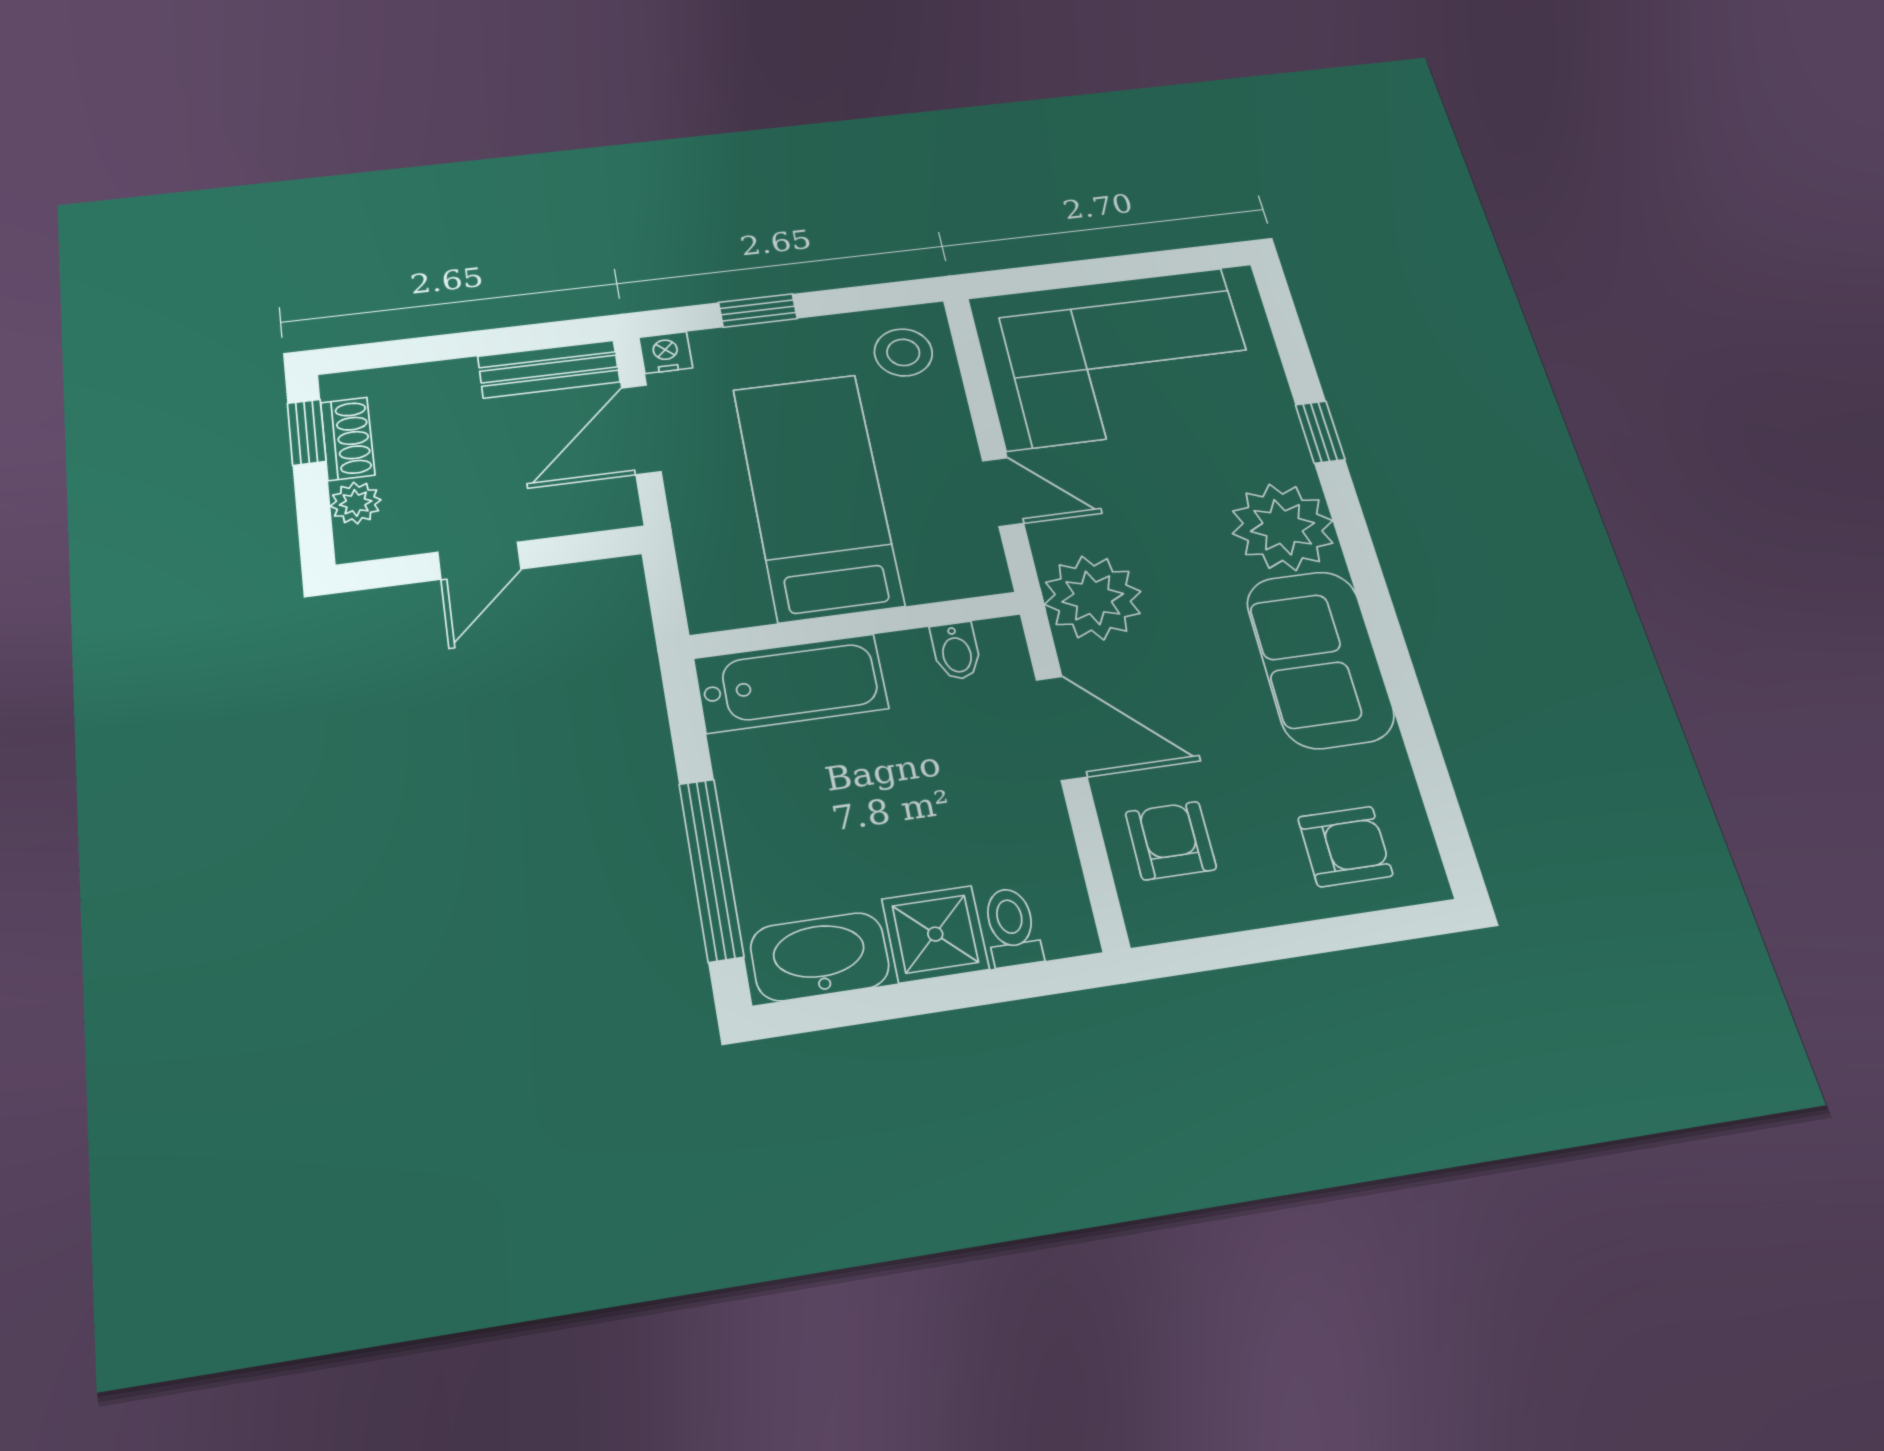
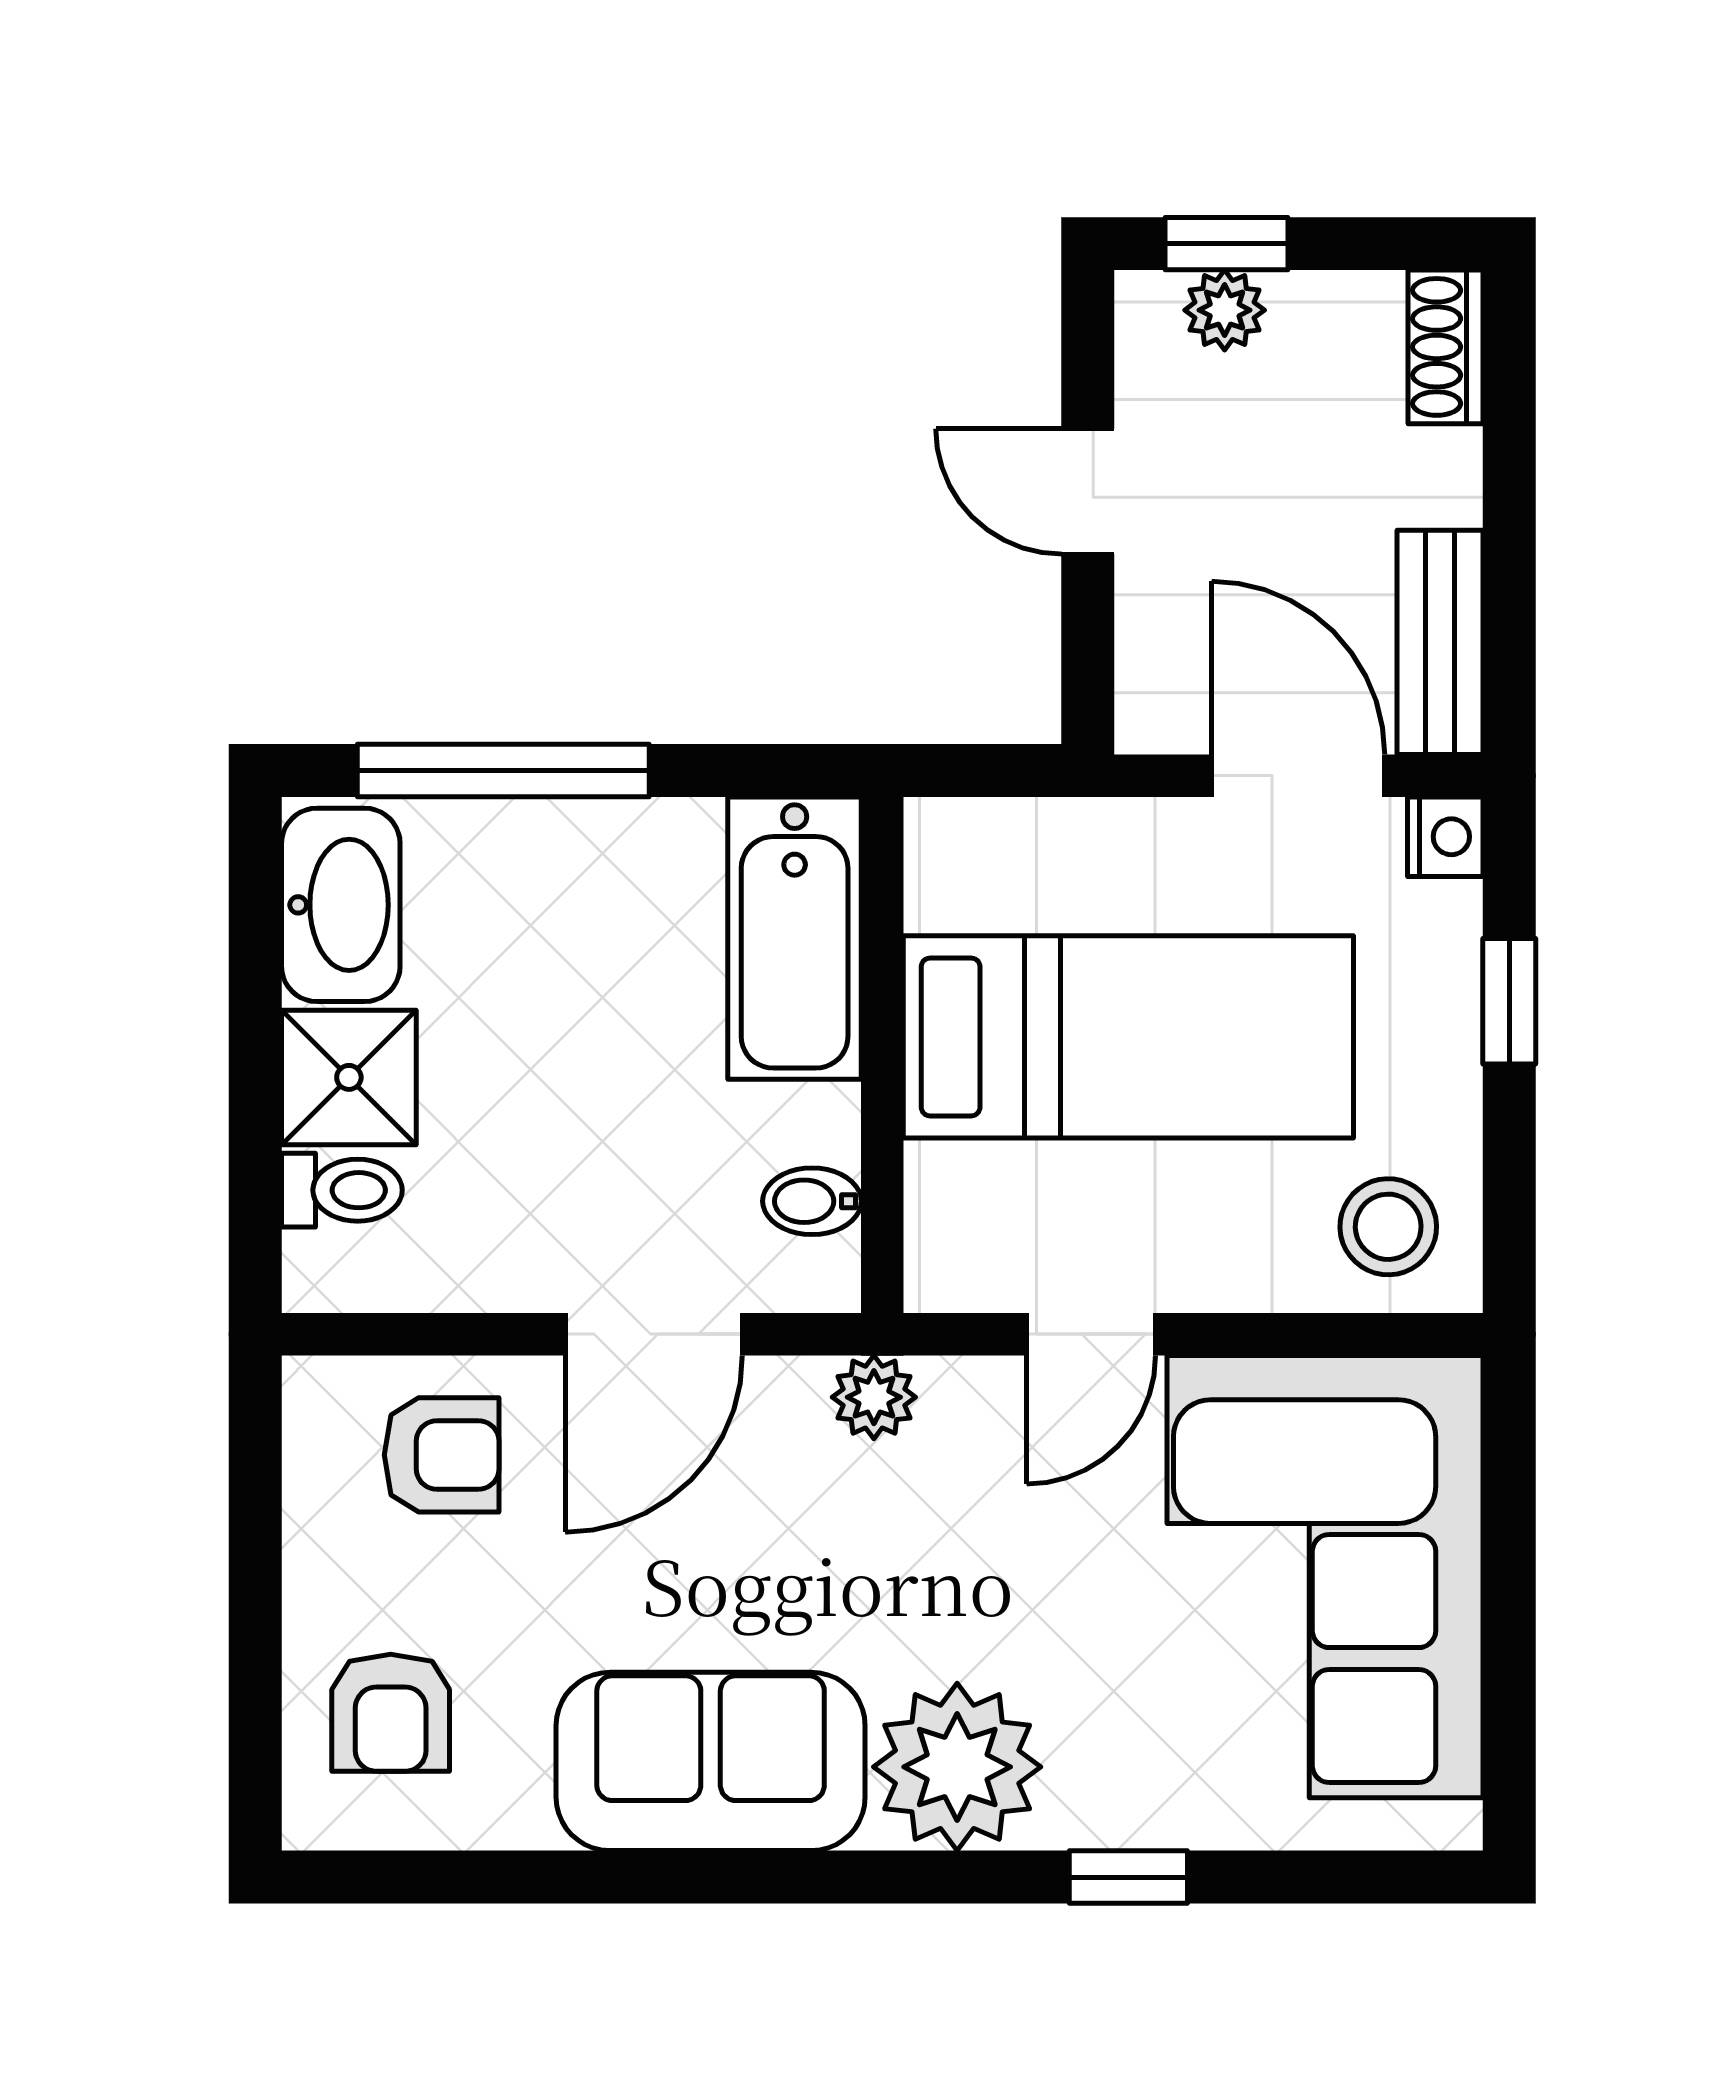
window: (307, 432) -> (1227, 244), moved
shoe rack: (348, 439) -> (1446, 347), moved, turned 90
plant: (1093, 598) -> (874, 1397), width x0.53, depth x0.53

